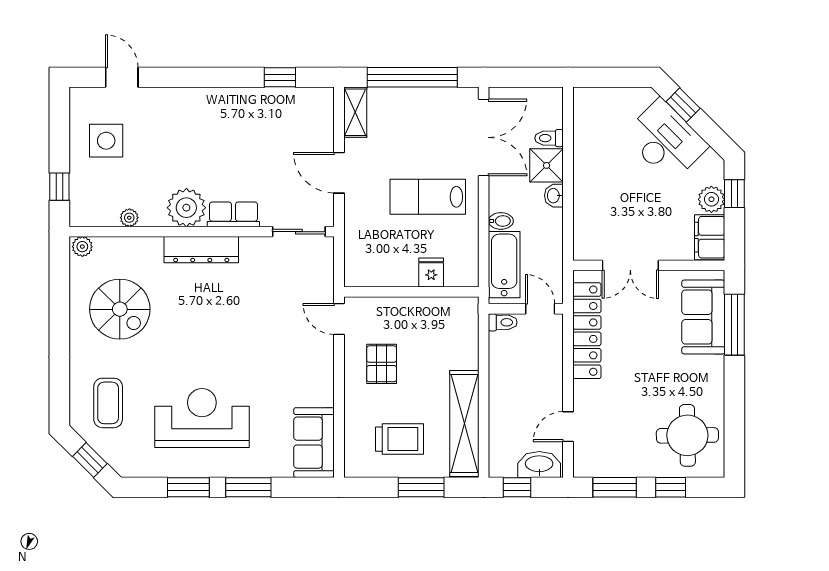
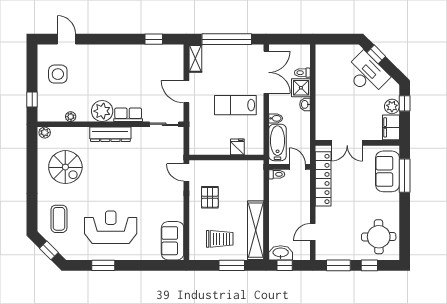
washbasin: (539, 465) -> (281, 253), moved
window: (248, 487) -> (136, 265), removed

